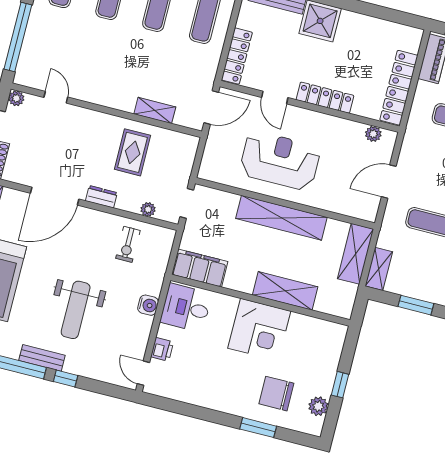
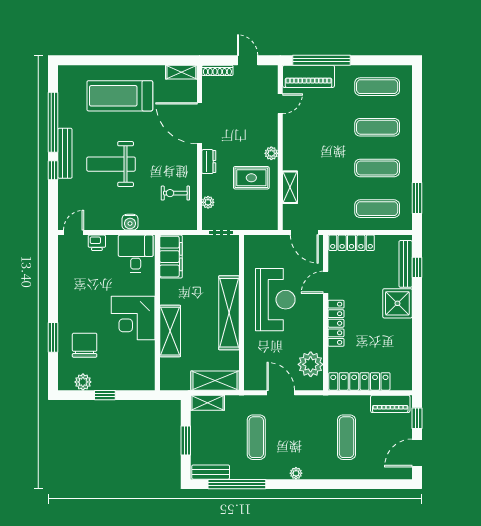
piano: (33, 57) -> (308, 76), added
plant: (16, 98) -> (271, 153), moved
plant: (373, 134) -> (311, 364), width x1.87, depth x1.87
bench: (42, 358) -> (65, 153), width x1.36

